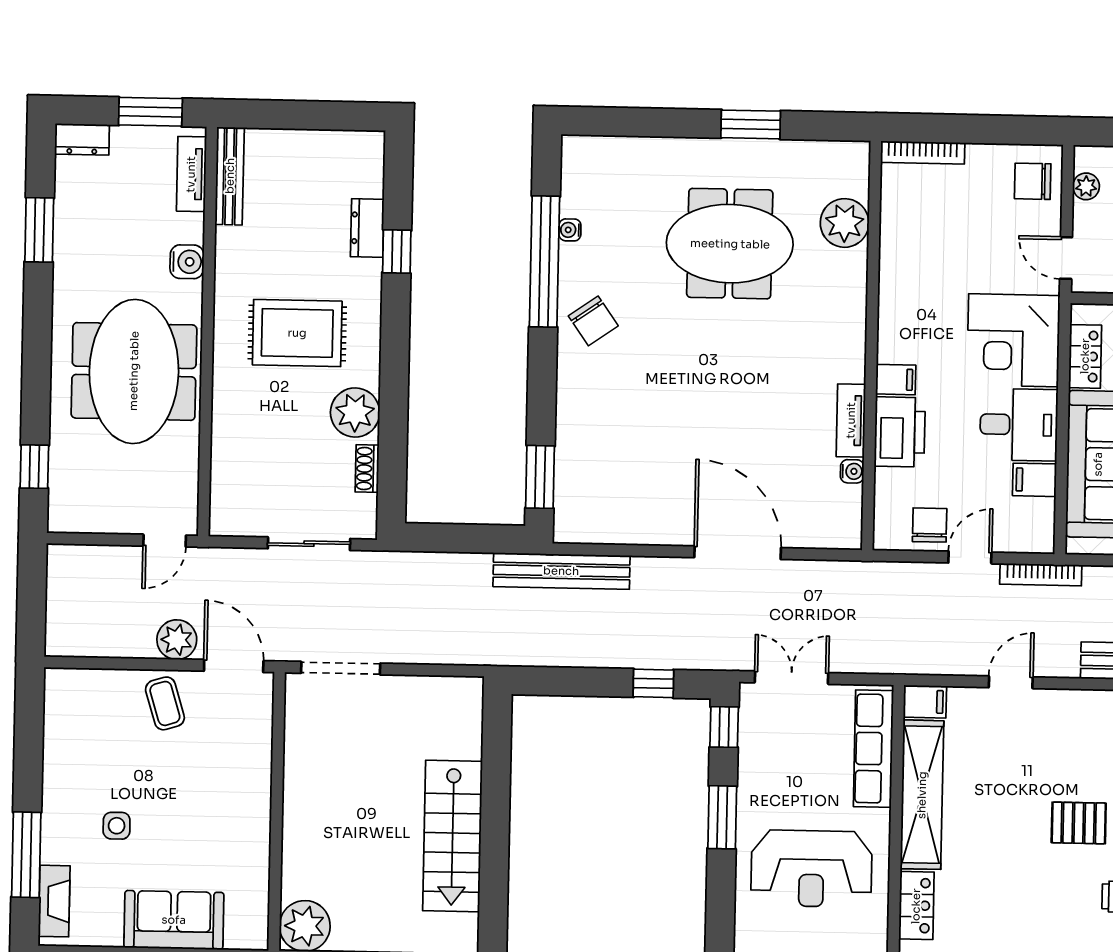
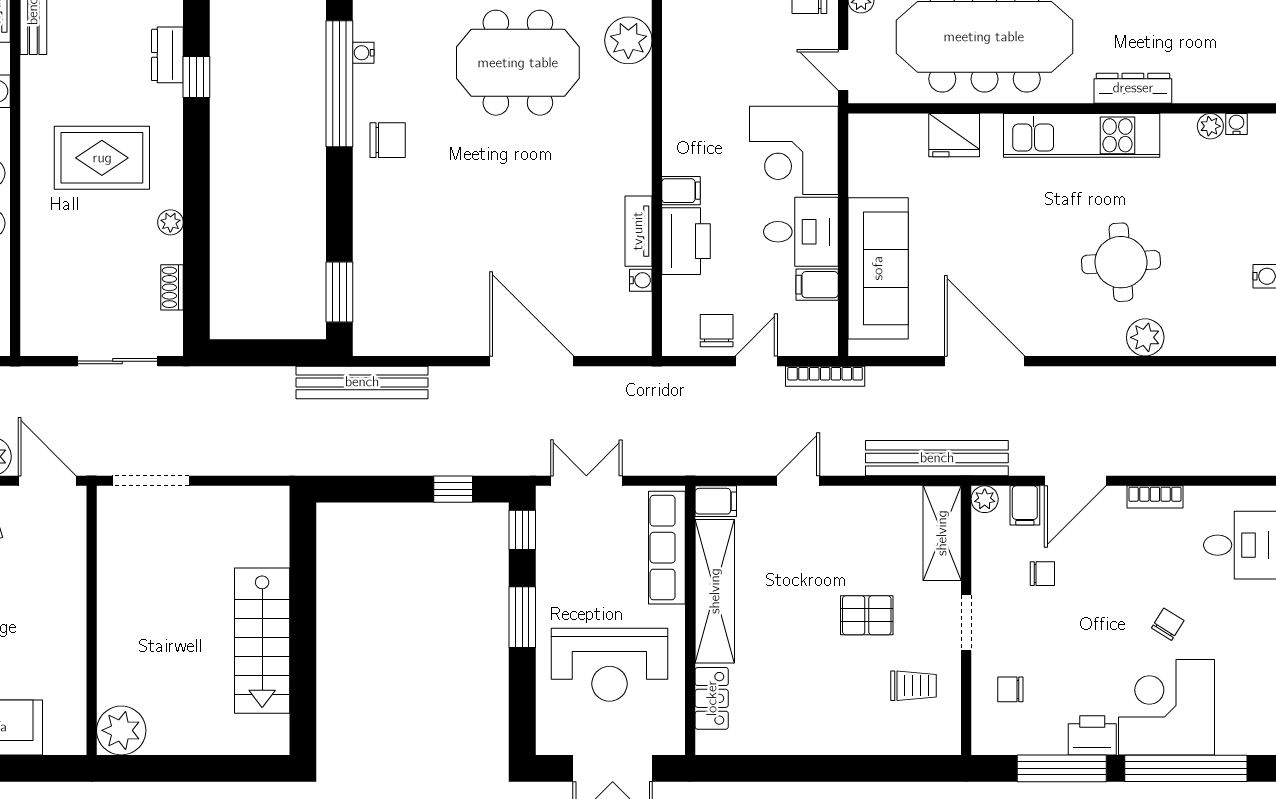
chair: (593, 321) -> (388, 140), turned -55
locker: (1085, 356) -> (864, 164), removed
plant: (355, 413) -> (170, 222), width x0.53, depth x0.53

